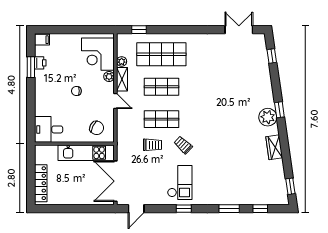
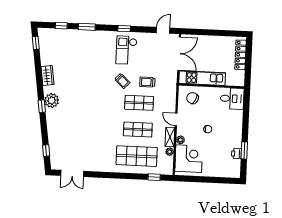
filing cabinet: (42, 40) -> (234, 173), removed

